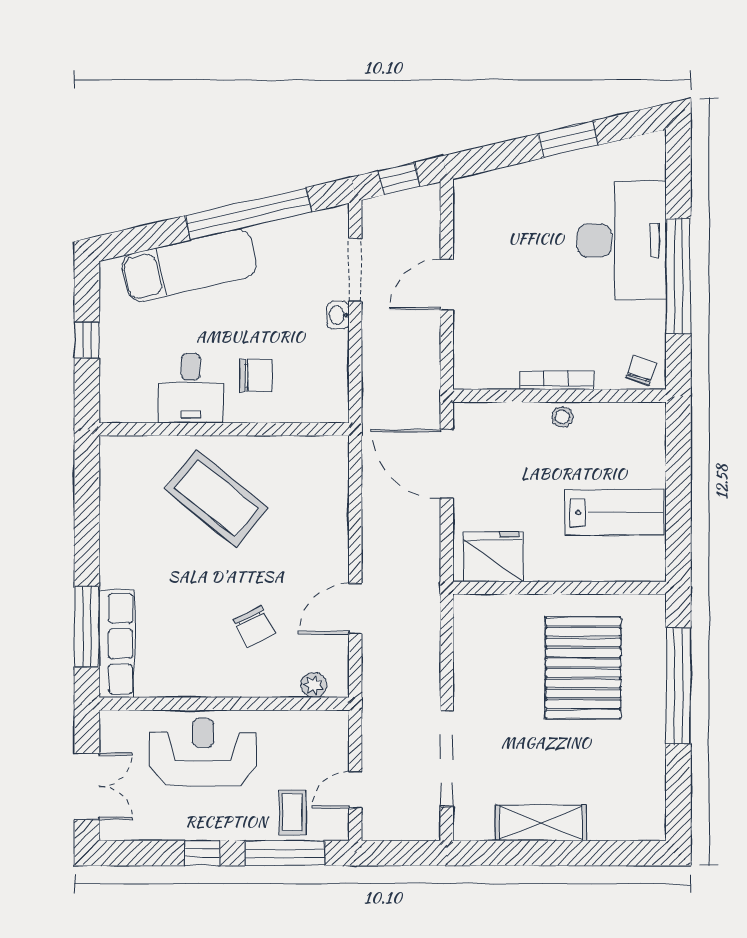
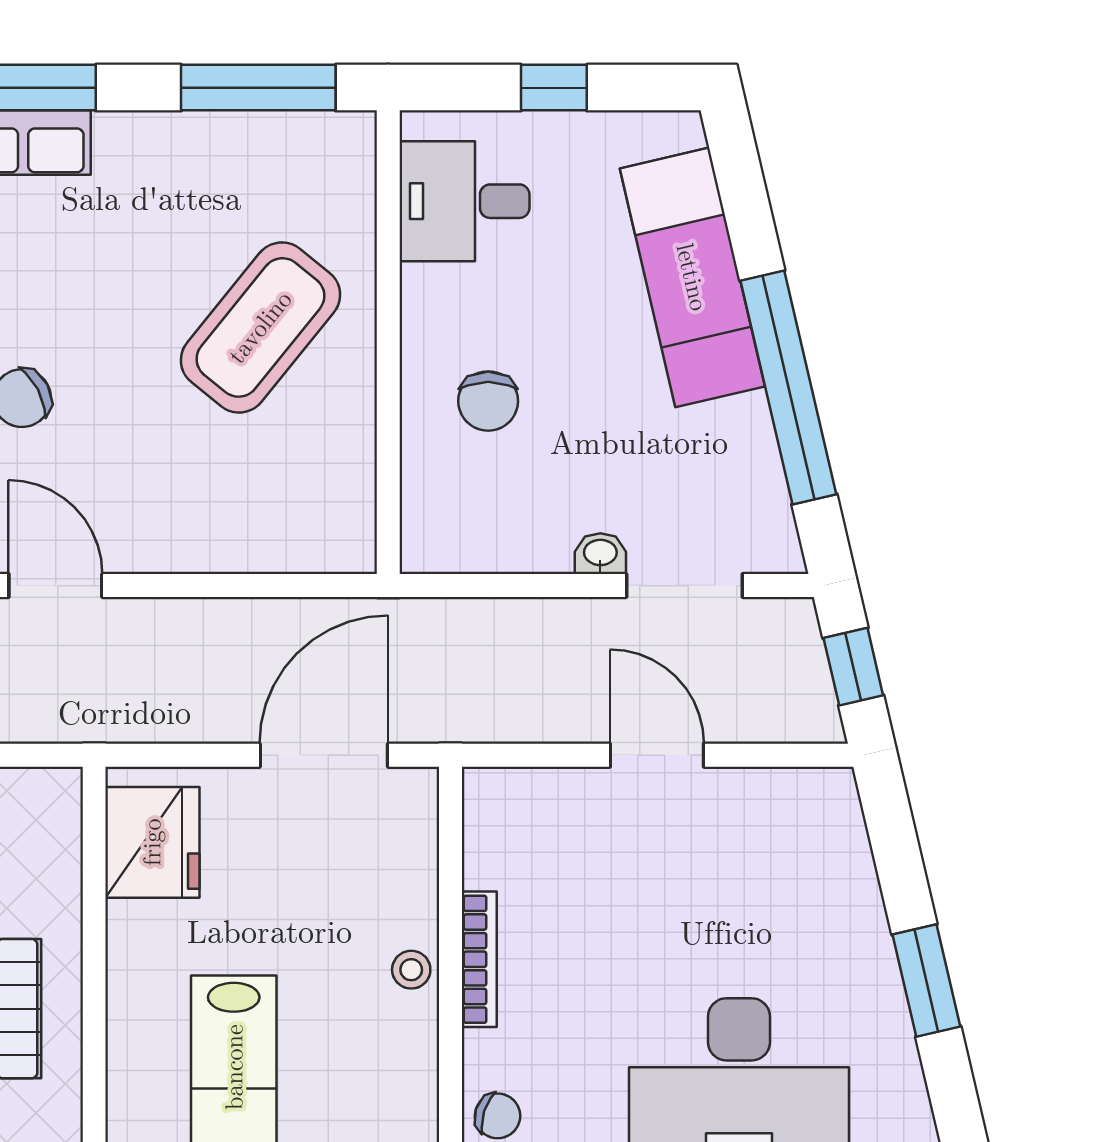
desk: (191, 388) -> (464, 201), moved
window: (87, 499) -> (258, 88), added

